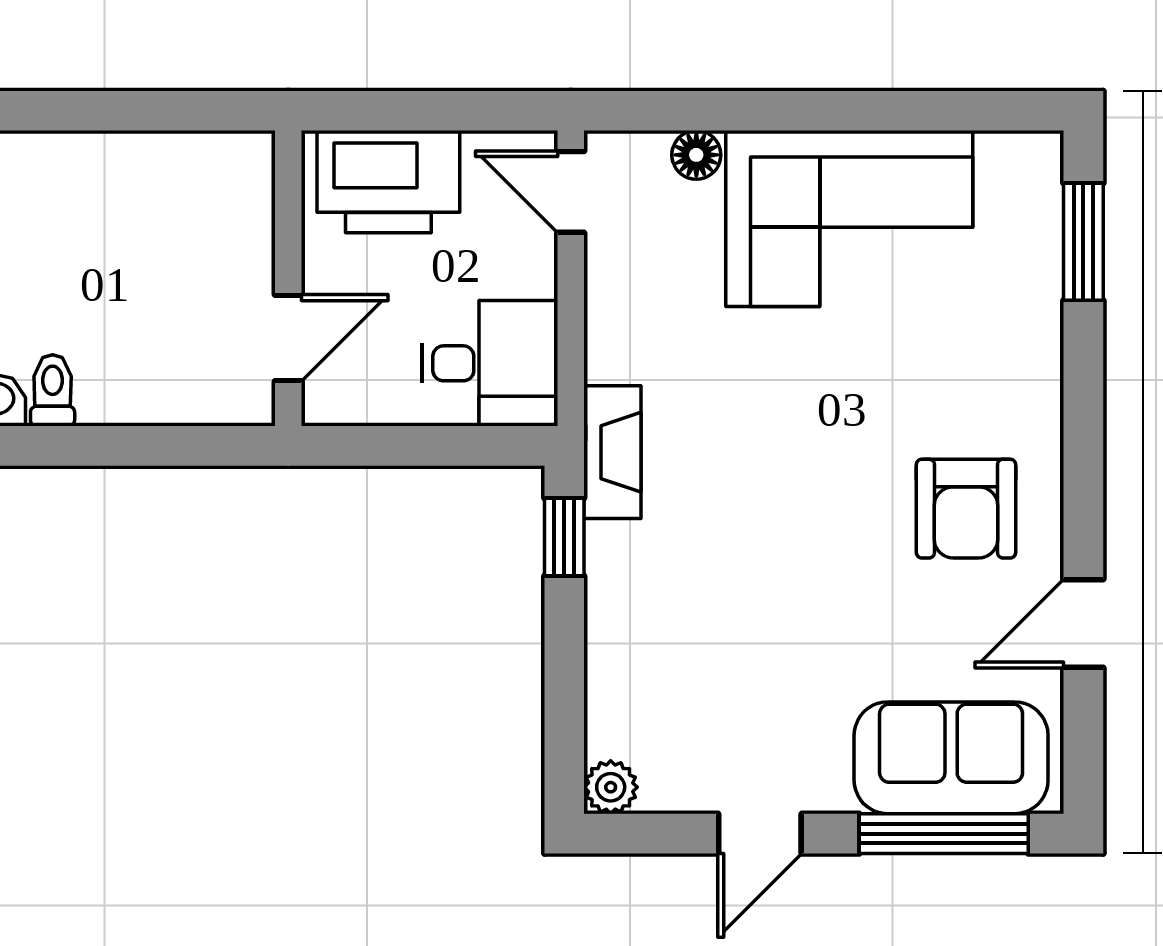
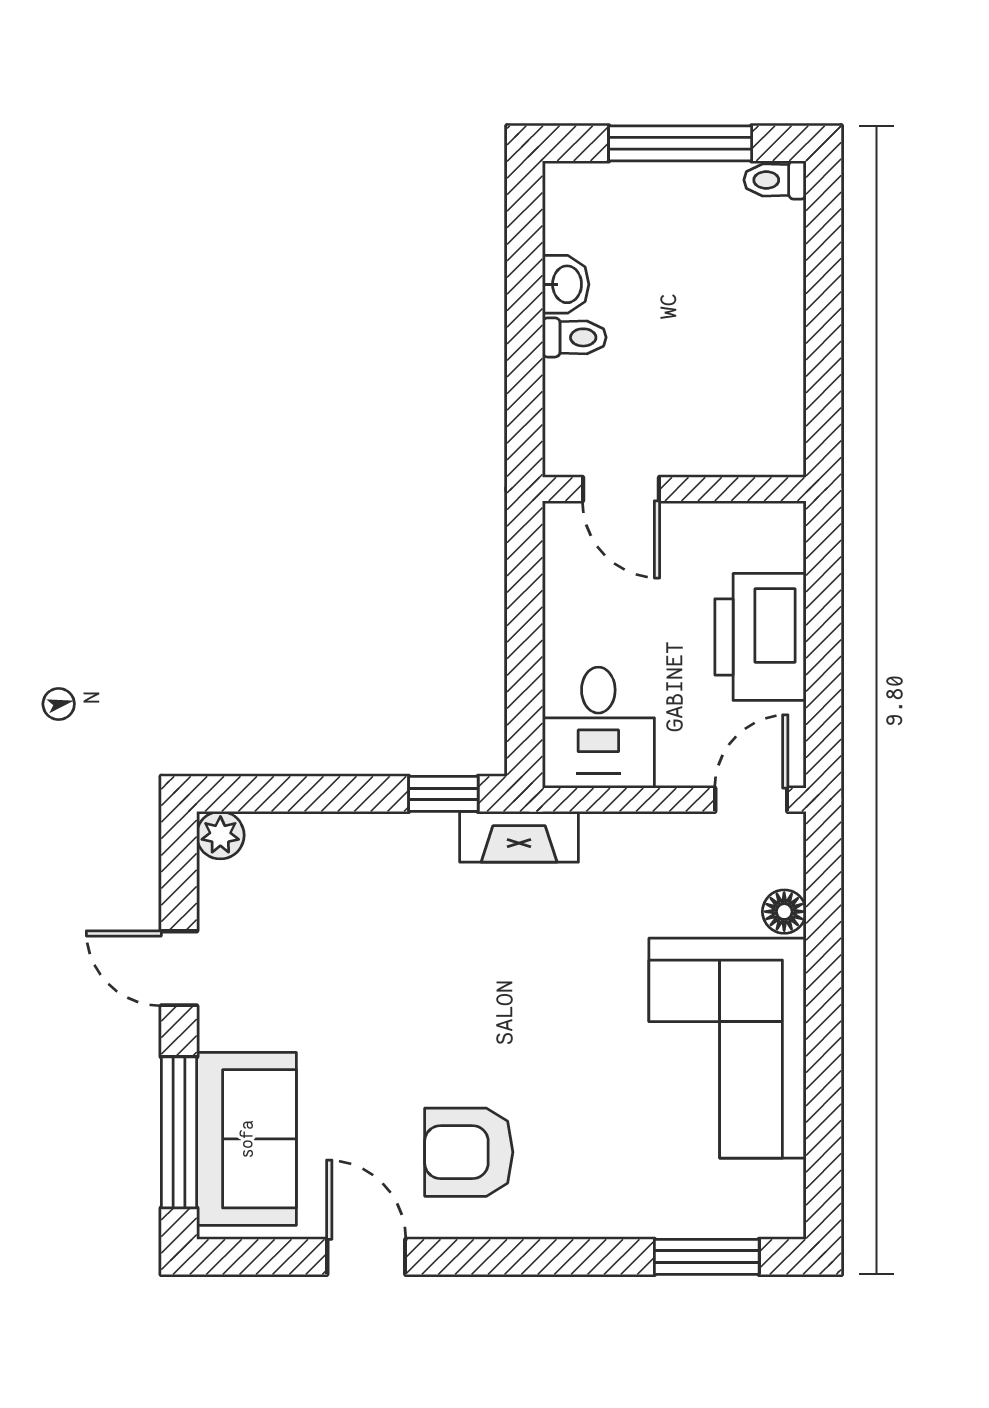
wall: (288, 278) -> (674, 489), moved
door: (288, 338) -> (621, 489), moved

